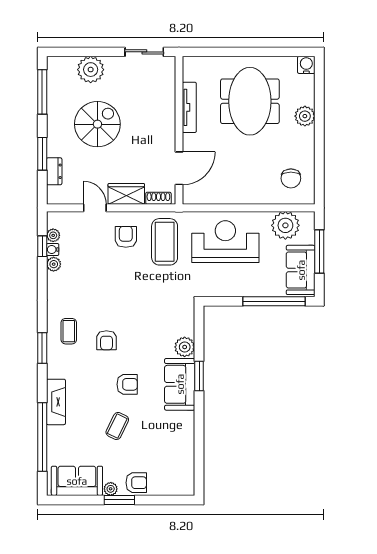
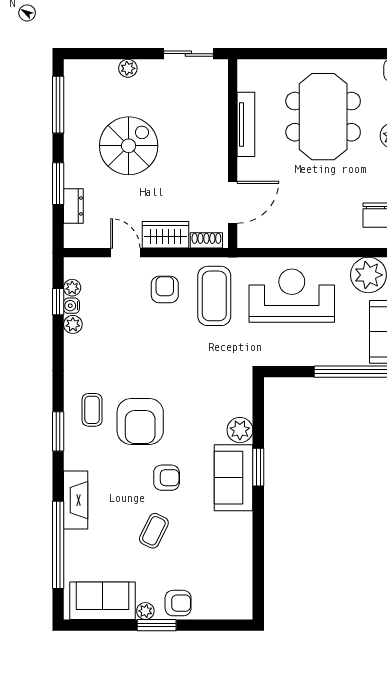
plant: (91, 70) -> (128, 68), width x0.53, depth x0.53
armchair: (106, 340) -> (140, 421), width x1.88, depth x1.88

